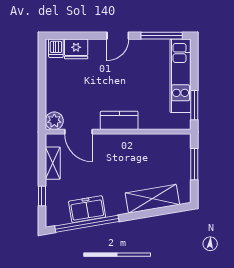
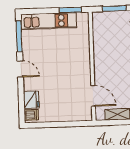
kitchen counter: (119, 120) -> (84, 66), removed
plant: (54, 121) -> (86, 114), removed
door: (79, 132) -> (93, 96), hinge flipped

